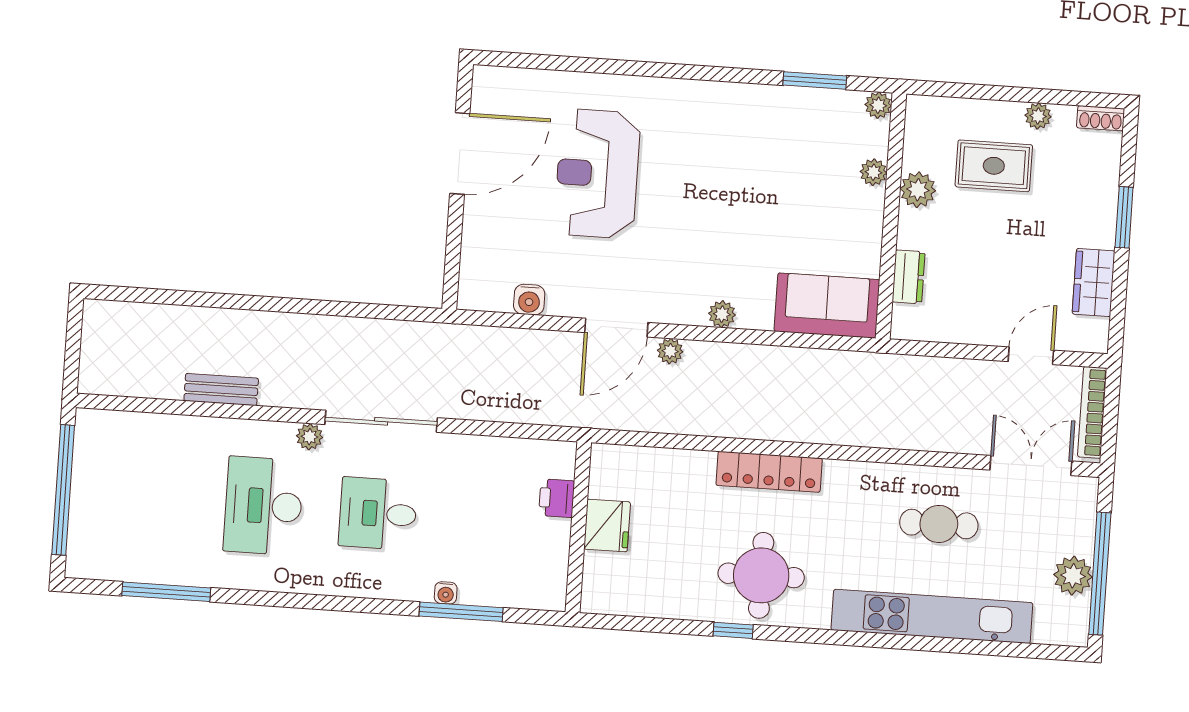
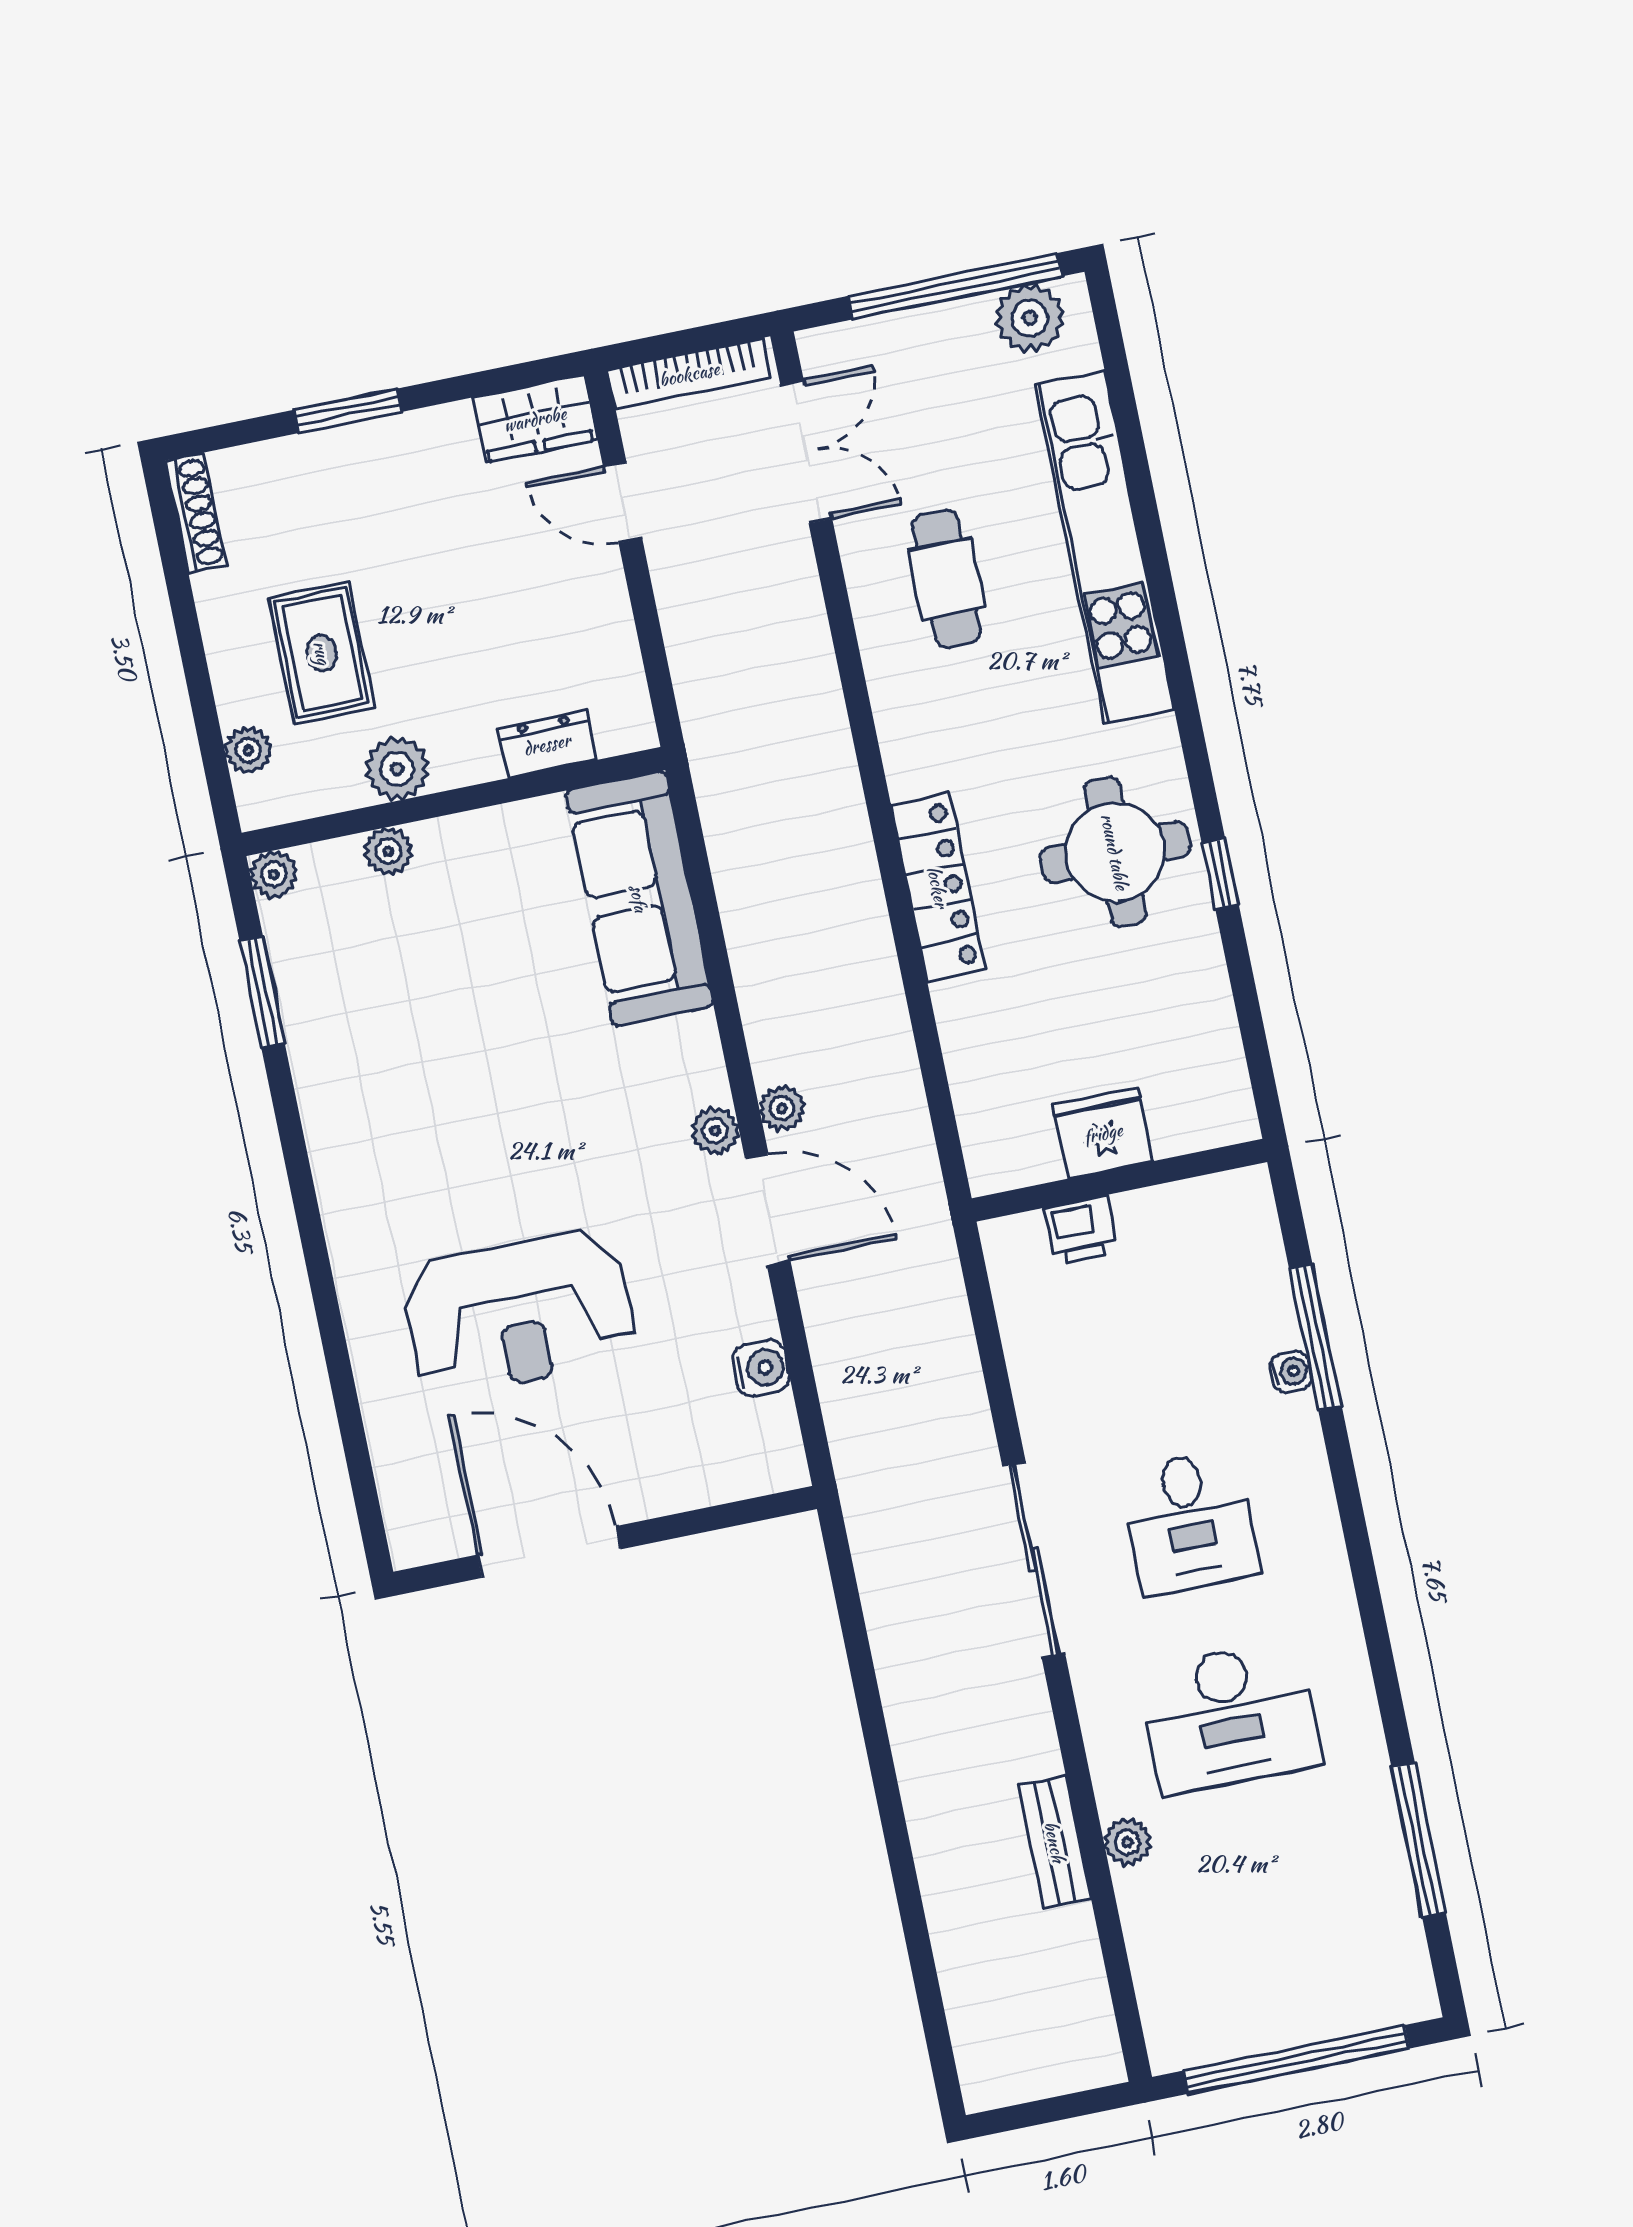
plant: (1038, 116) -> (248, 750), moved
shoe rack: (1101, 118) -> (196, 513), width x1.43
wardrobe: (1094, 282) -> (535, 419), moved
sofa: (827, 305) -> (639, 898), width x1.36
plant: (722, 314) -> (715, 1131), moved
plant: (310, 437) -> (1127, 1842), moved
double door: (1031, 466) -> (806, 452), swing flipped
plant: (1073, 576) -> (1030, 318), moved

